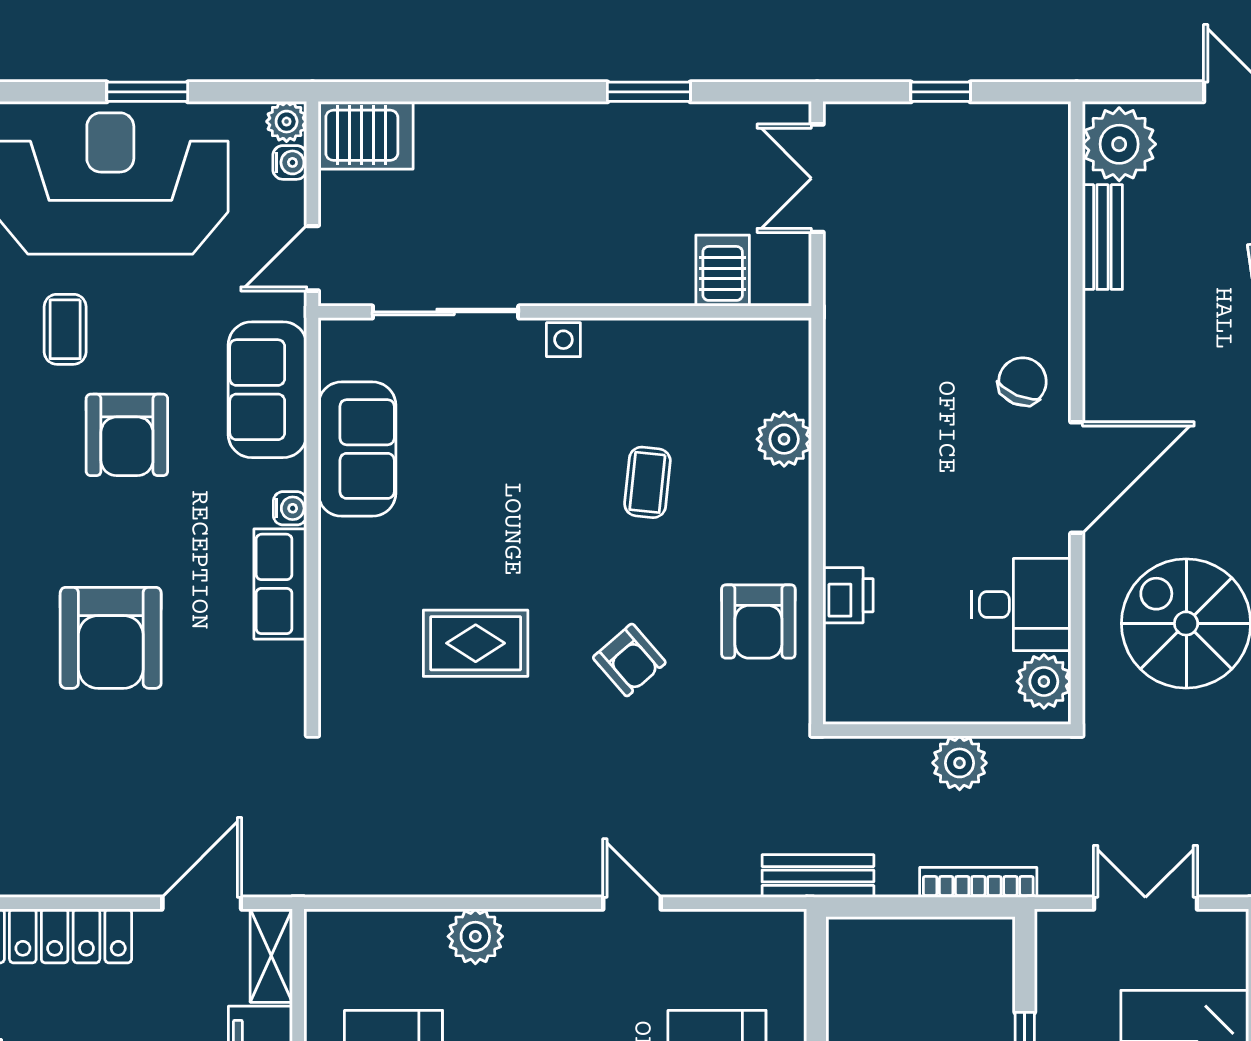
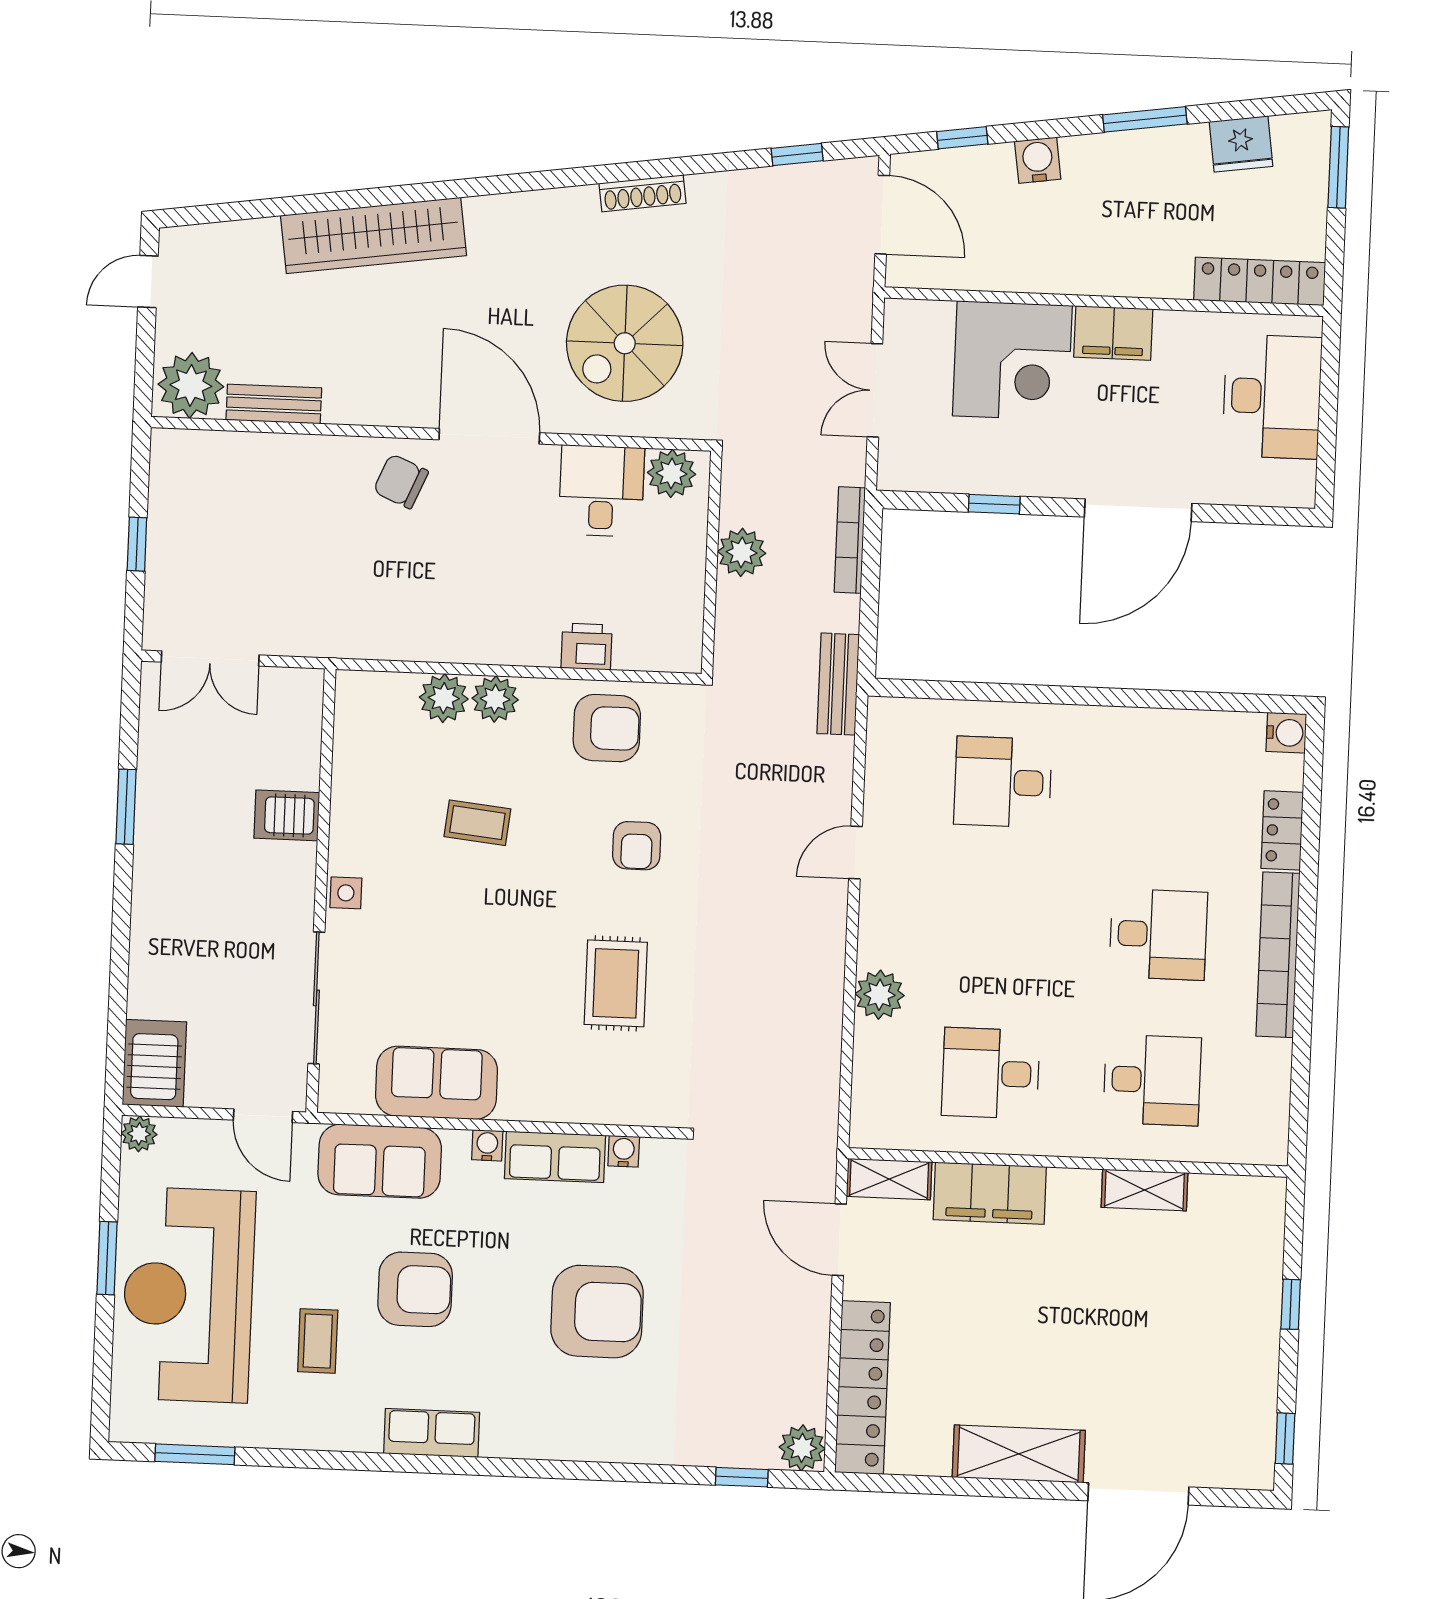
water cooler: (290, 162) -> (624, 1151), moved
server rack: (723, 271) -> (287, 815), moved
coffee table: (65, 329) -> (318, 1341), turned 90
plant: (785, 496) -> (495, 699), added
armchair: (629, 660) -> (637, 846), turned 131

